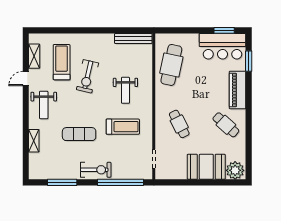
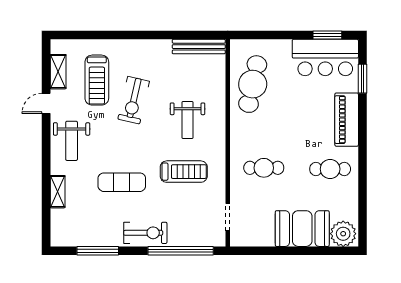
treadmill: (62, 62) -> (97, 80), turned 180
cafe table: (179, 124) -> (264, 168), turned -63
cafe table: (226, 125) -> (330, 169), turned -42

